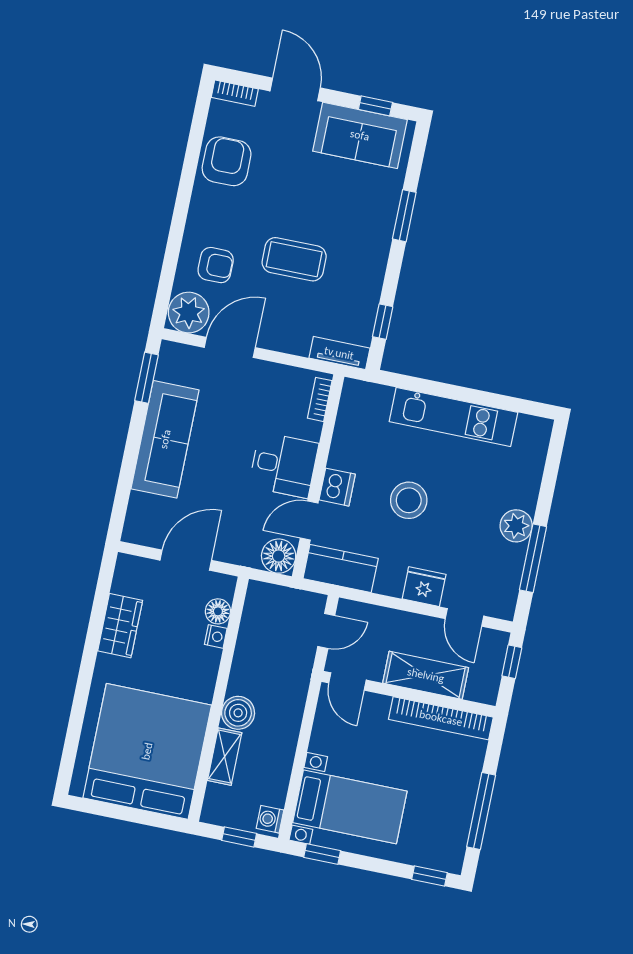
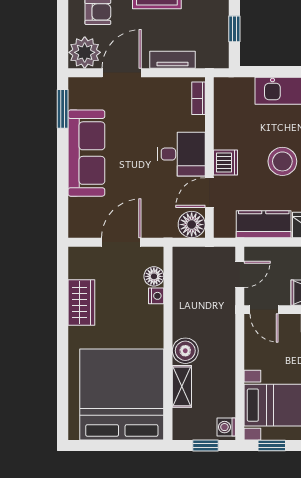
tv unit: (339, 353) -> (172, 60), moved
kitchen counter: (341, 568) -> (264, 224), moved

